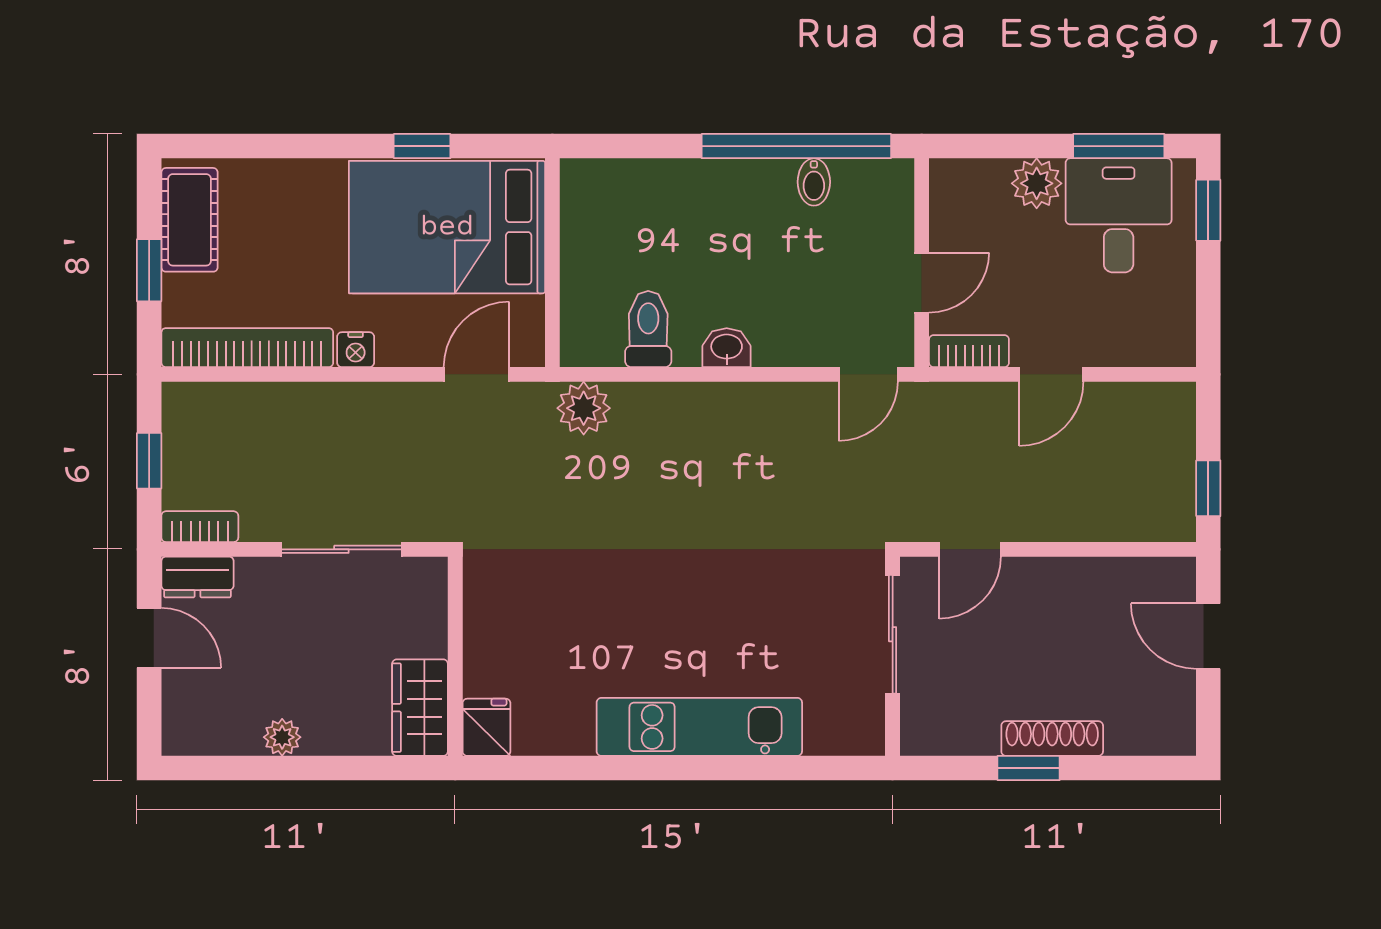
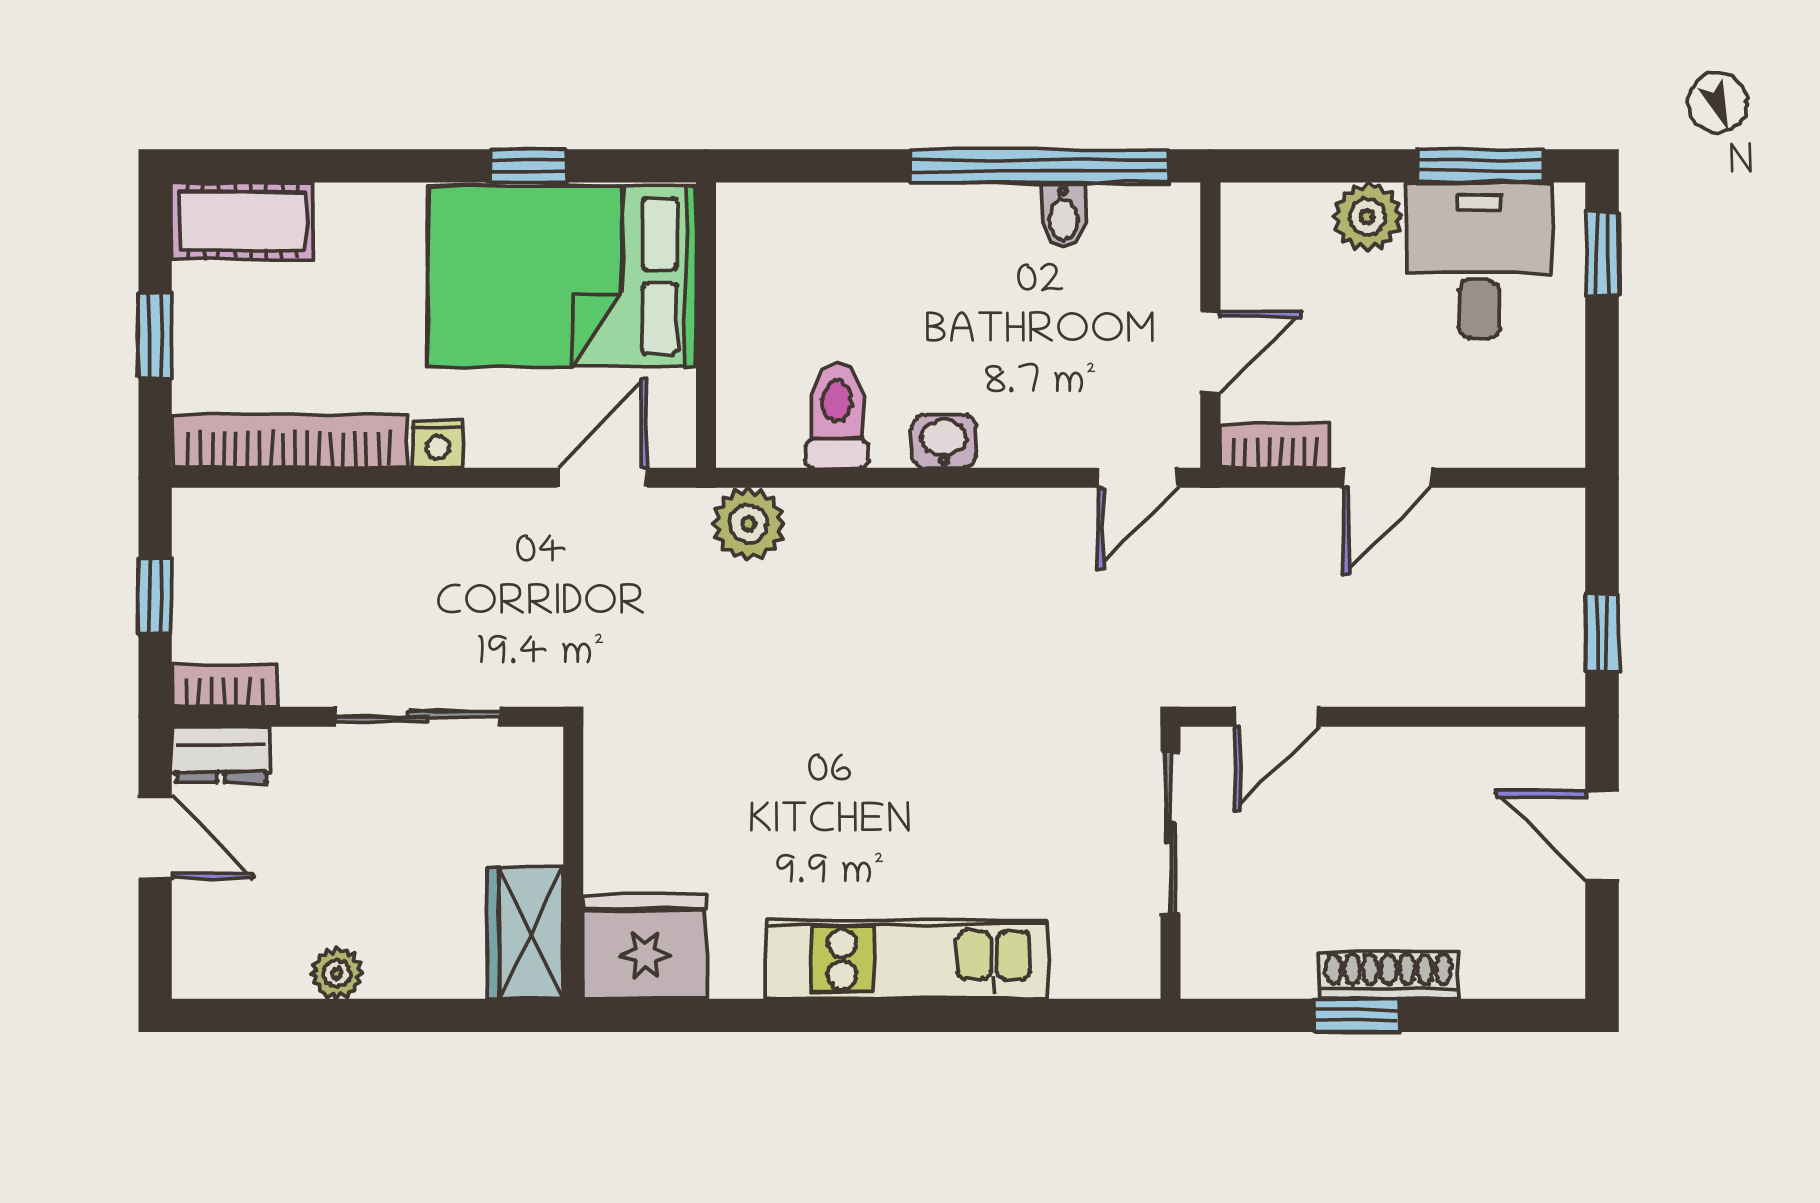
cot: (189, 220) -> (243, 221), moved, turned 90
fridge: (486, 727) -> (645, 947), width x1.88, depth x1.34

